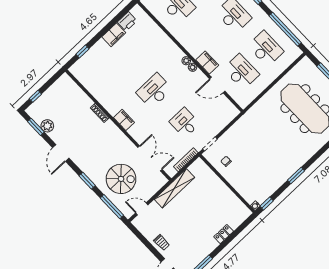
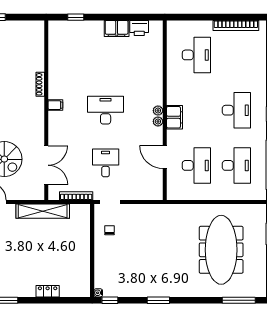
filing cabinet: (207, 63) -> (175, 117), moved
filing cabinet: (124, 120) -> (55, 105), width x0.50

